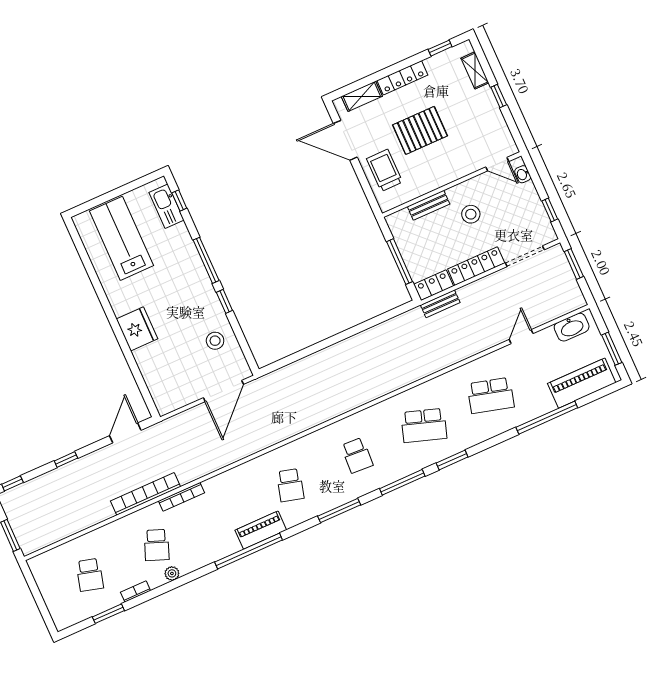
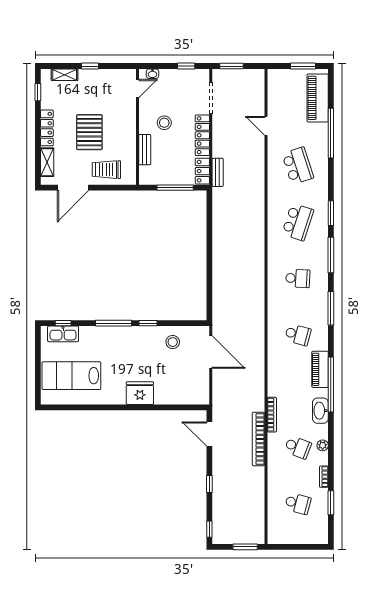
washbasin: (572, 327) -> (320, 411), moved, turned 180
school desk: (491, 395) -> (298, 166), turned -33

